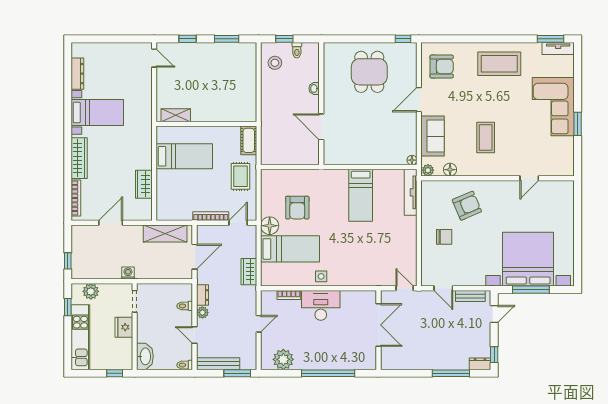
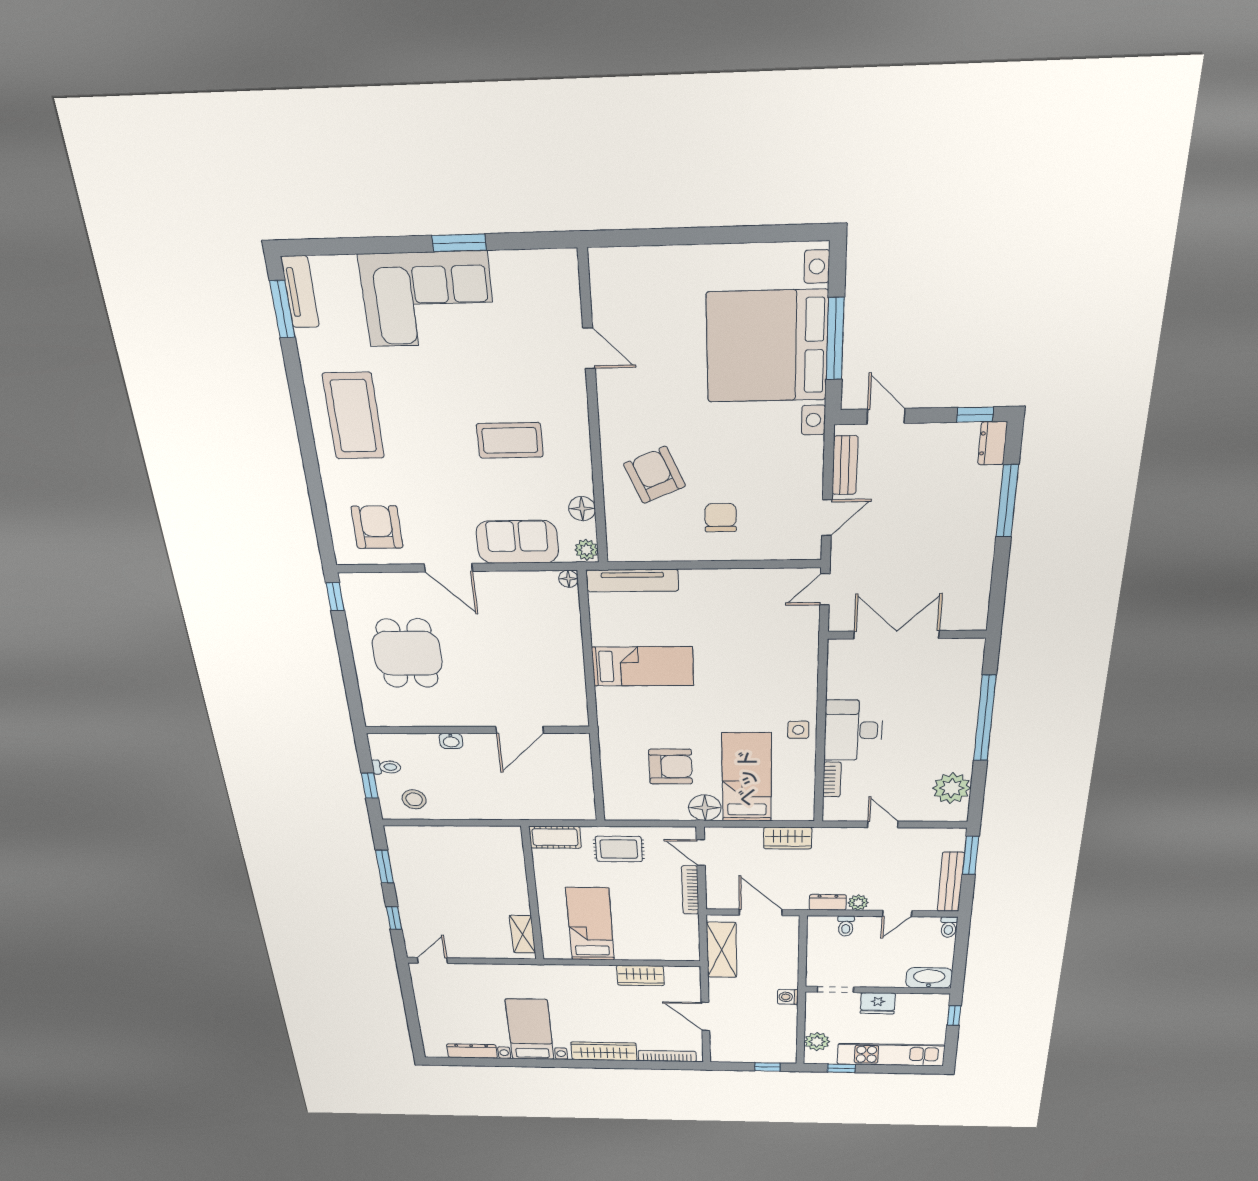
dining table: (369, 72) -> (407, 653), turned 90

